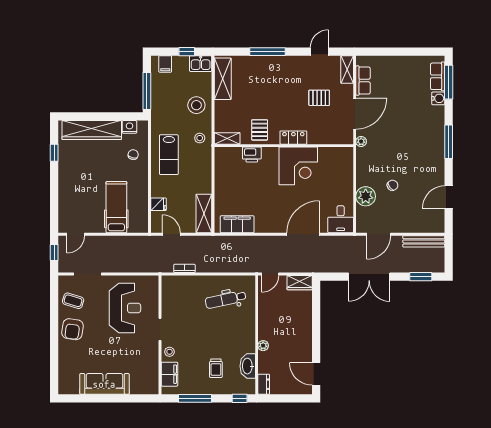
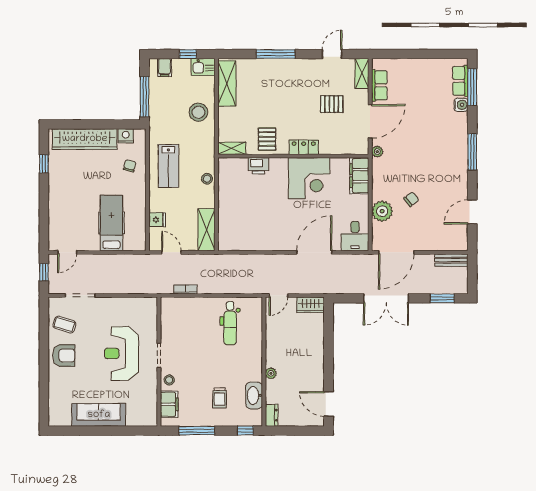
stool: (200, 138) -> (207, 179), moved
filing cabinet: (237, 224) -> (359, 176), moved, turned -90
door: (379, 234) -> (396, 252), width x1.36
bench: (424, 241) -> (451, 260), width x0.73
dental chair: (226, 299) -> (230, 323), turned -78
reception desk: (125, 308) -> (122, 353), moved, turned 180
armchair: (72, 329) -> (64, 355), turned -98

